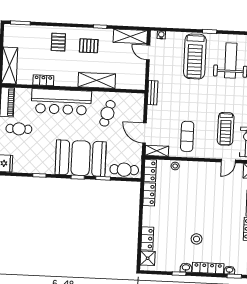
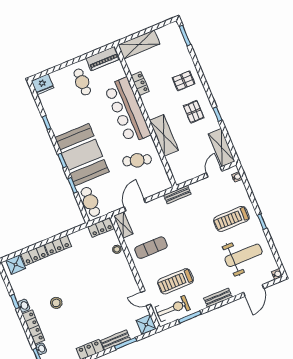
treadmill: (195, 56) -> (231, 219), width x0.73, depth x0.73
locker: (149, 194) -> (58, 245), moved

